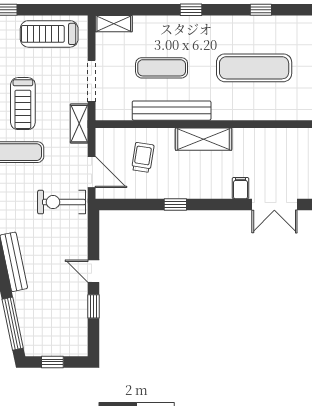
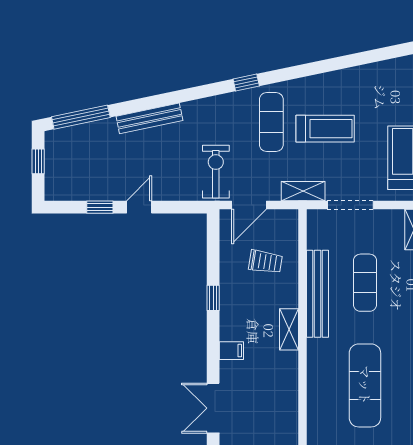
treadmill: (23, 104) -> (325, 129), turned 180
shelving: (204, 139) -> (289, 329), width x0.67, depth x0.75
filing cabinet: (241, 188) -> (231, 351), moved

